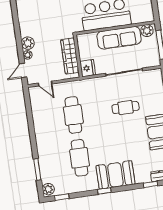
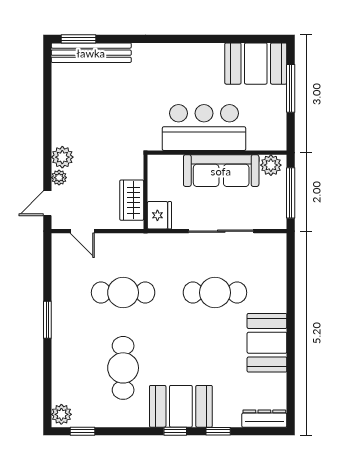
wardrobe: (70, 56) -> (132, 200), width x0.67
cafe table: (126, 108) -> (215, 293), width x1.37, depth x1.35
cafe table: (73, 115) -> (123, 293), turned 90
window: (37, 169) -> (47, 320), moved
window: (151, 184) -> (218, 431), moved
window: (104, 191) -> (175, 431), moved

